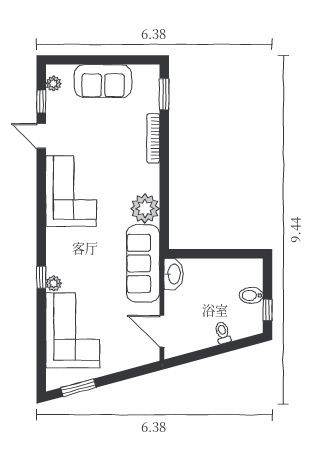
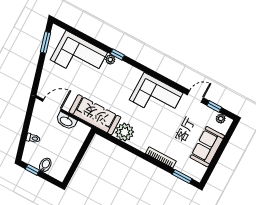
washbasin: (174, 274) -> (66, 121), moved

